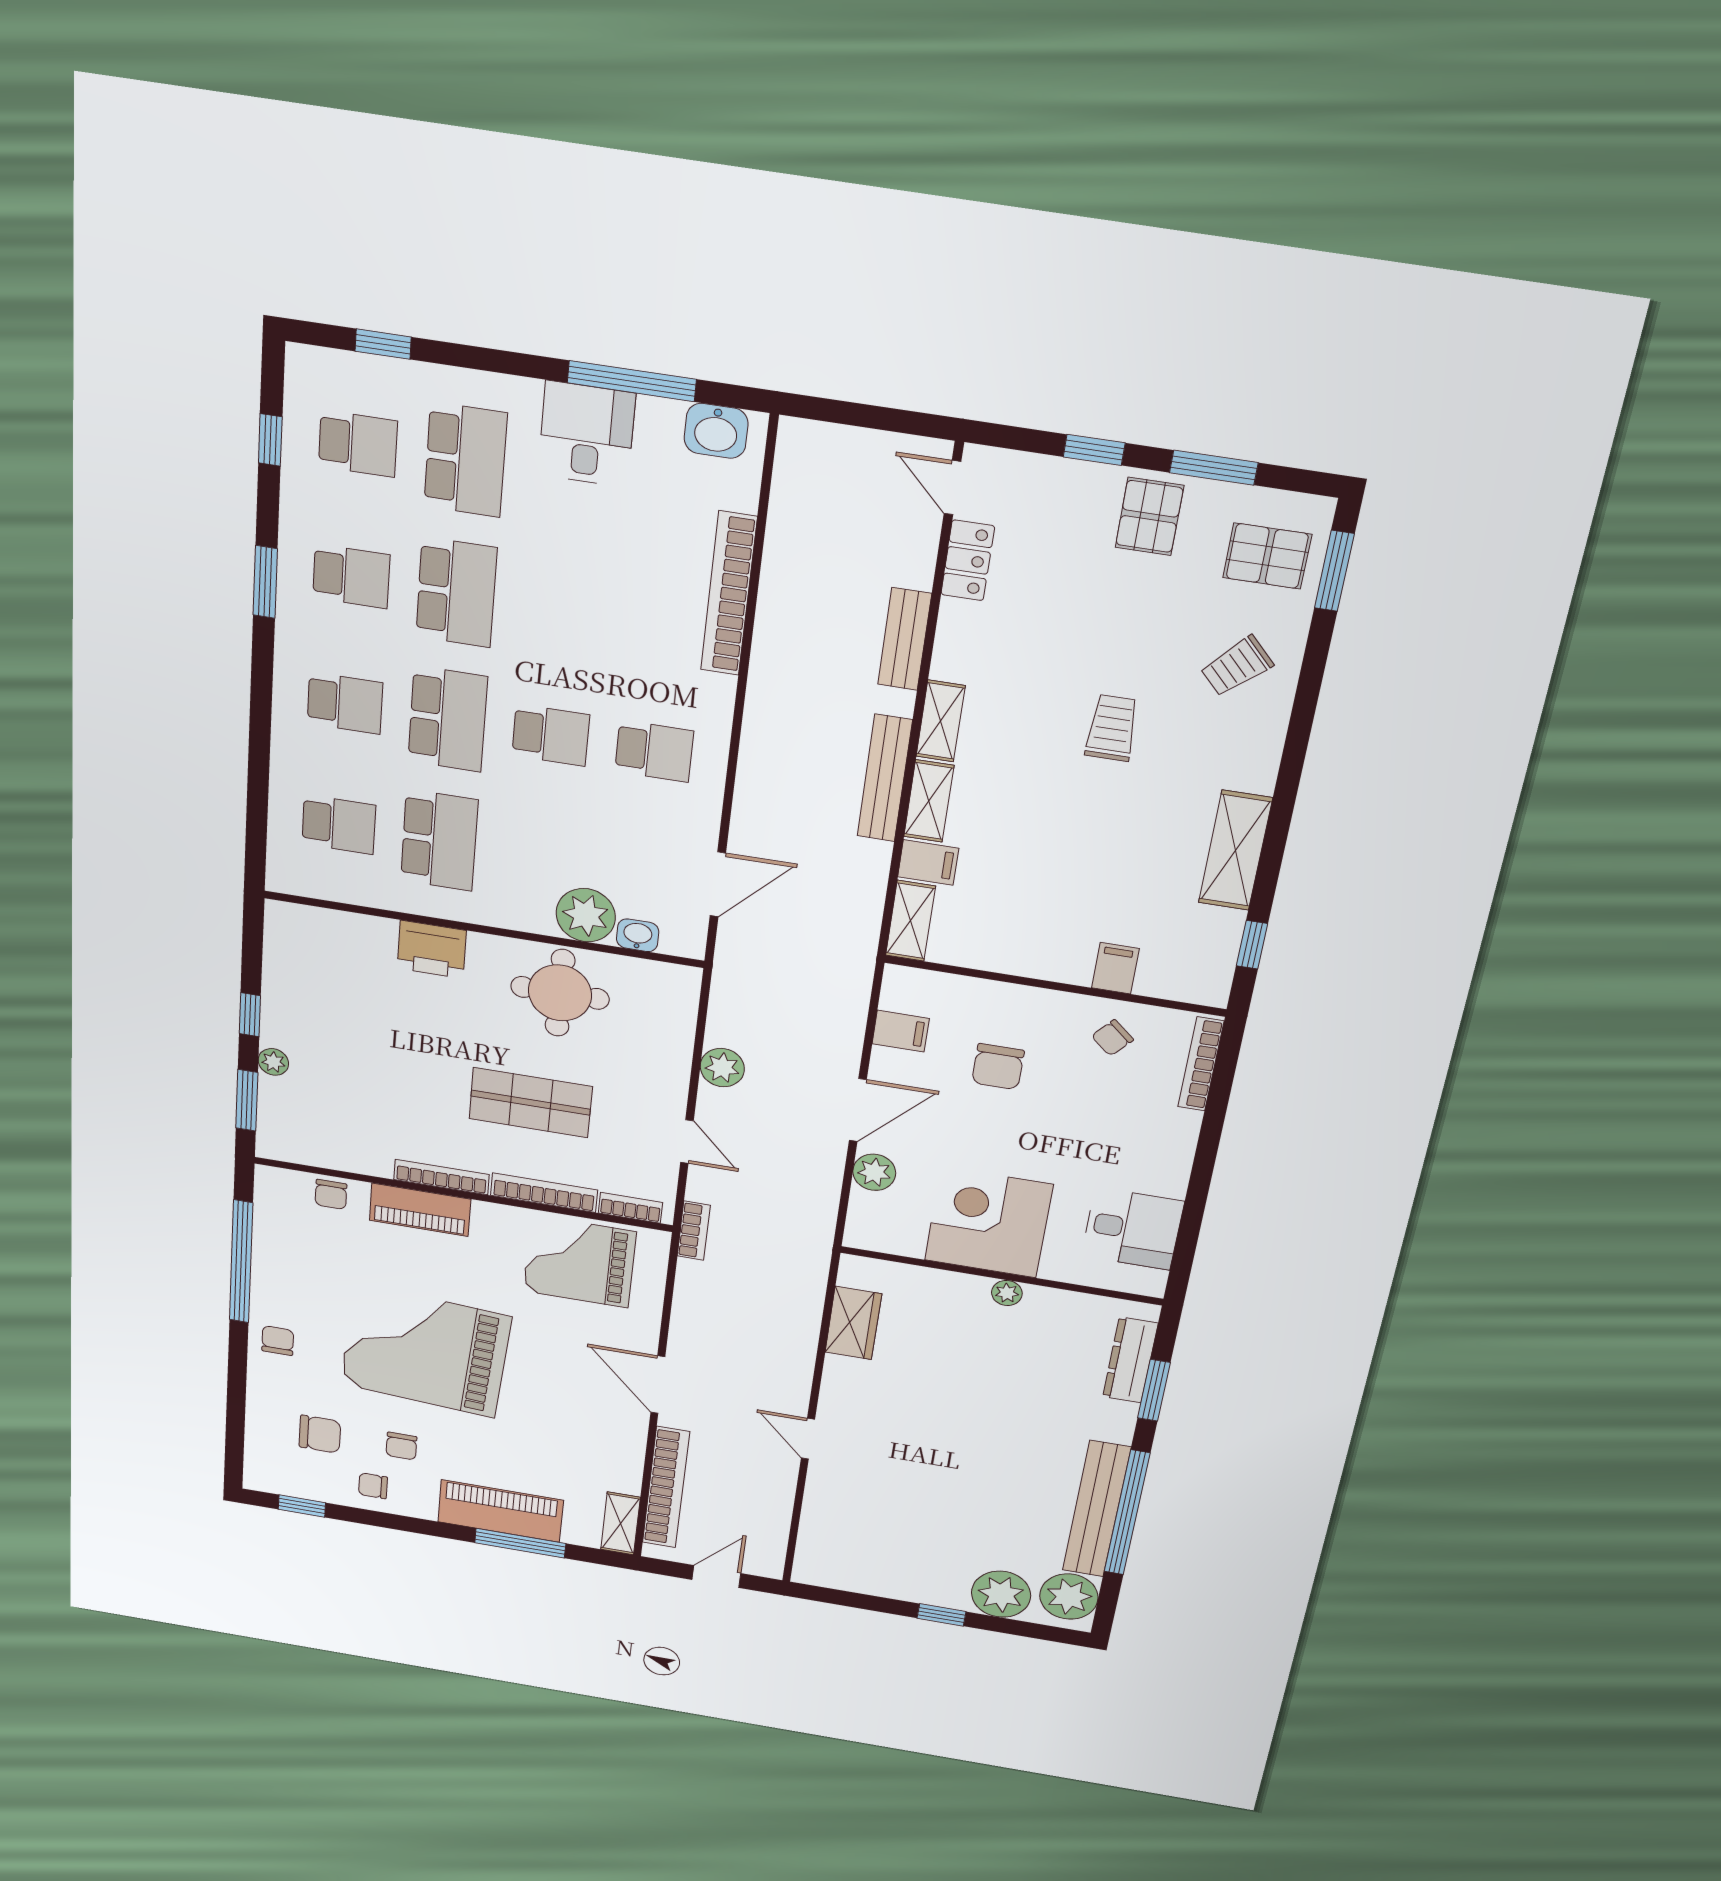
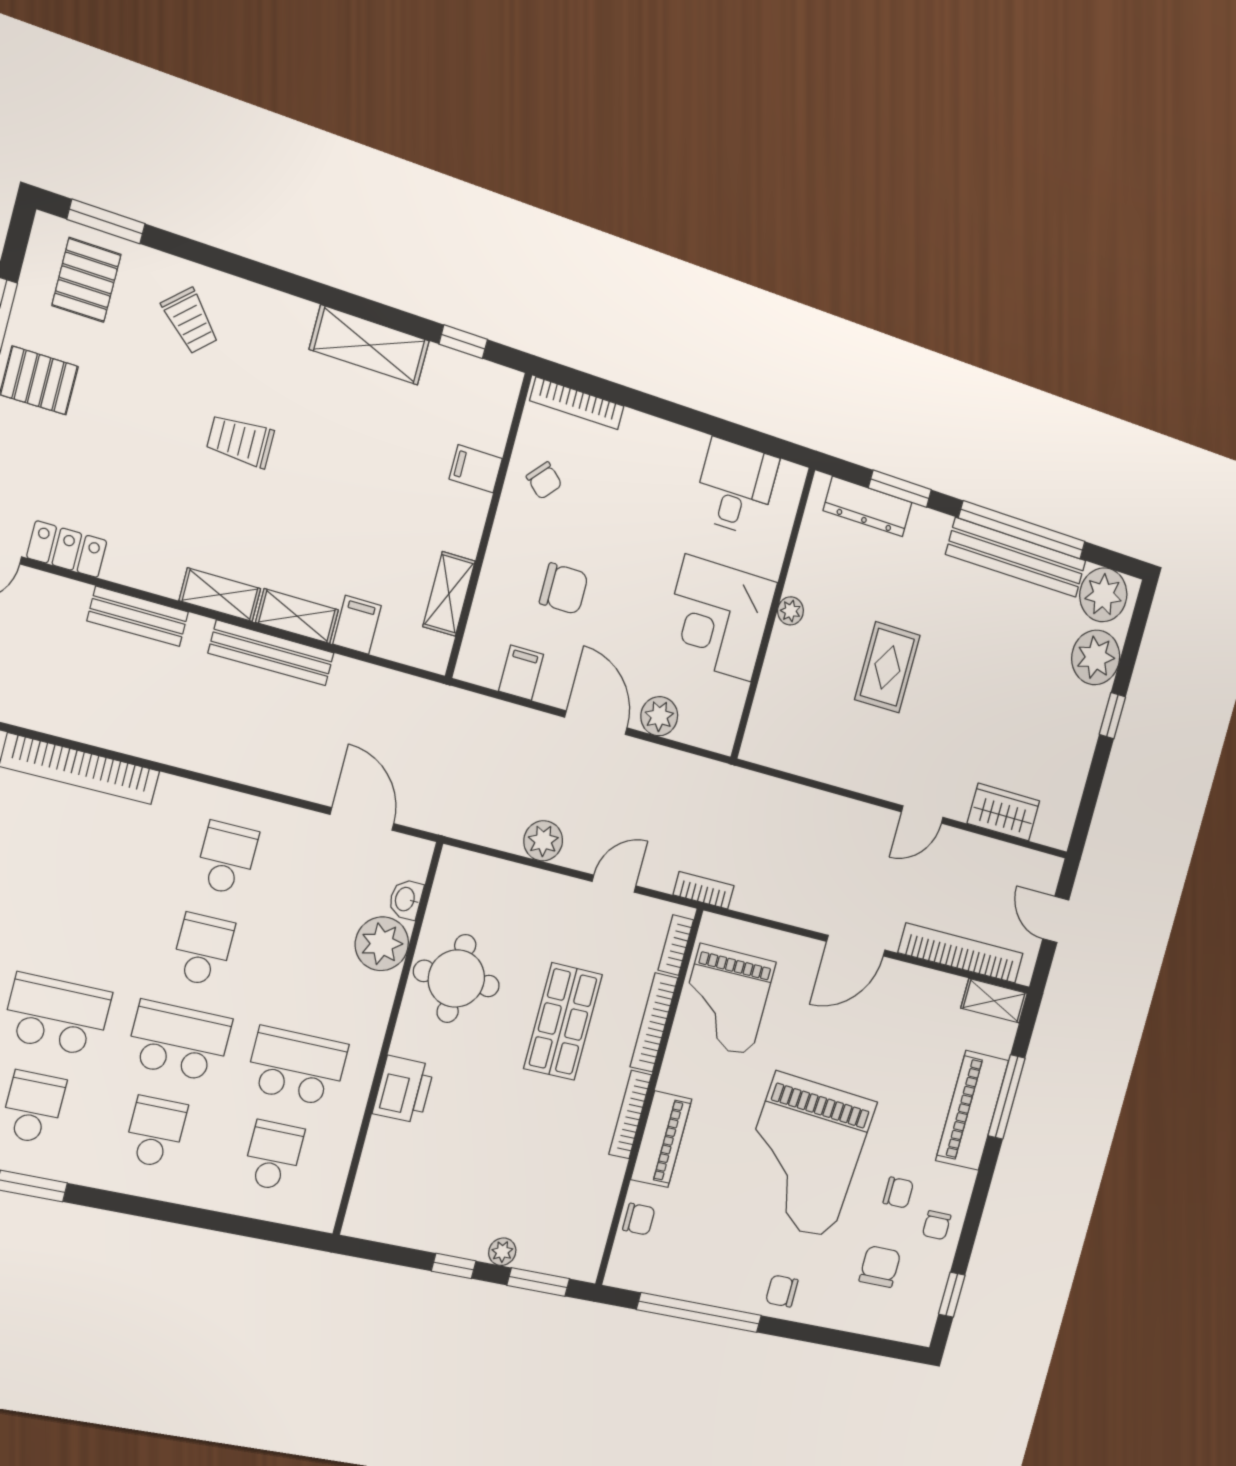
shelving: (911, 921) -> (449, 594), moved, turned 90
wardrobe: (853, 1323) -> (1004, 812), moved
rug: (960, 1393) -> (887, 667), added

